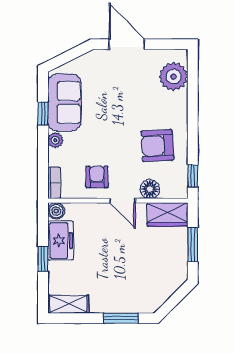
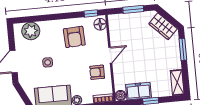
side table: (120, 99) -> (48, 62), added
floor lamp: (150, 189) -> (100, 24), moved
wardrobe: (167, 214) -> (163, 26), moved, turned 135

